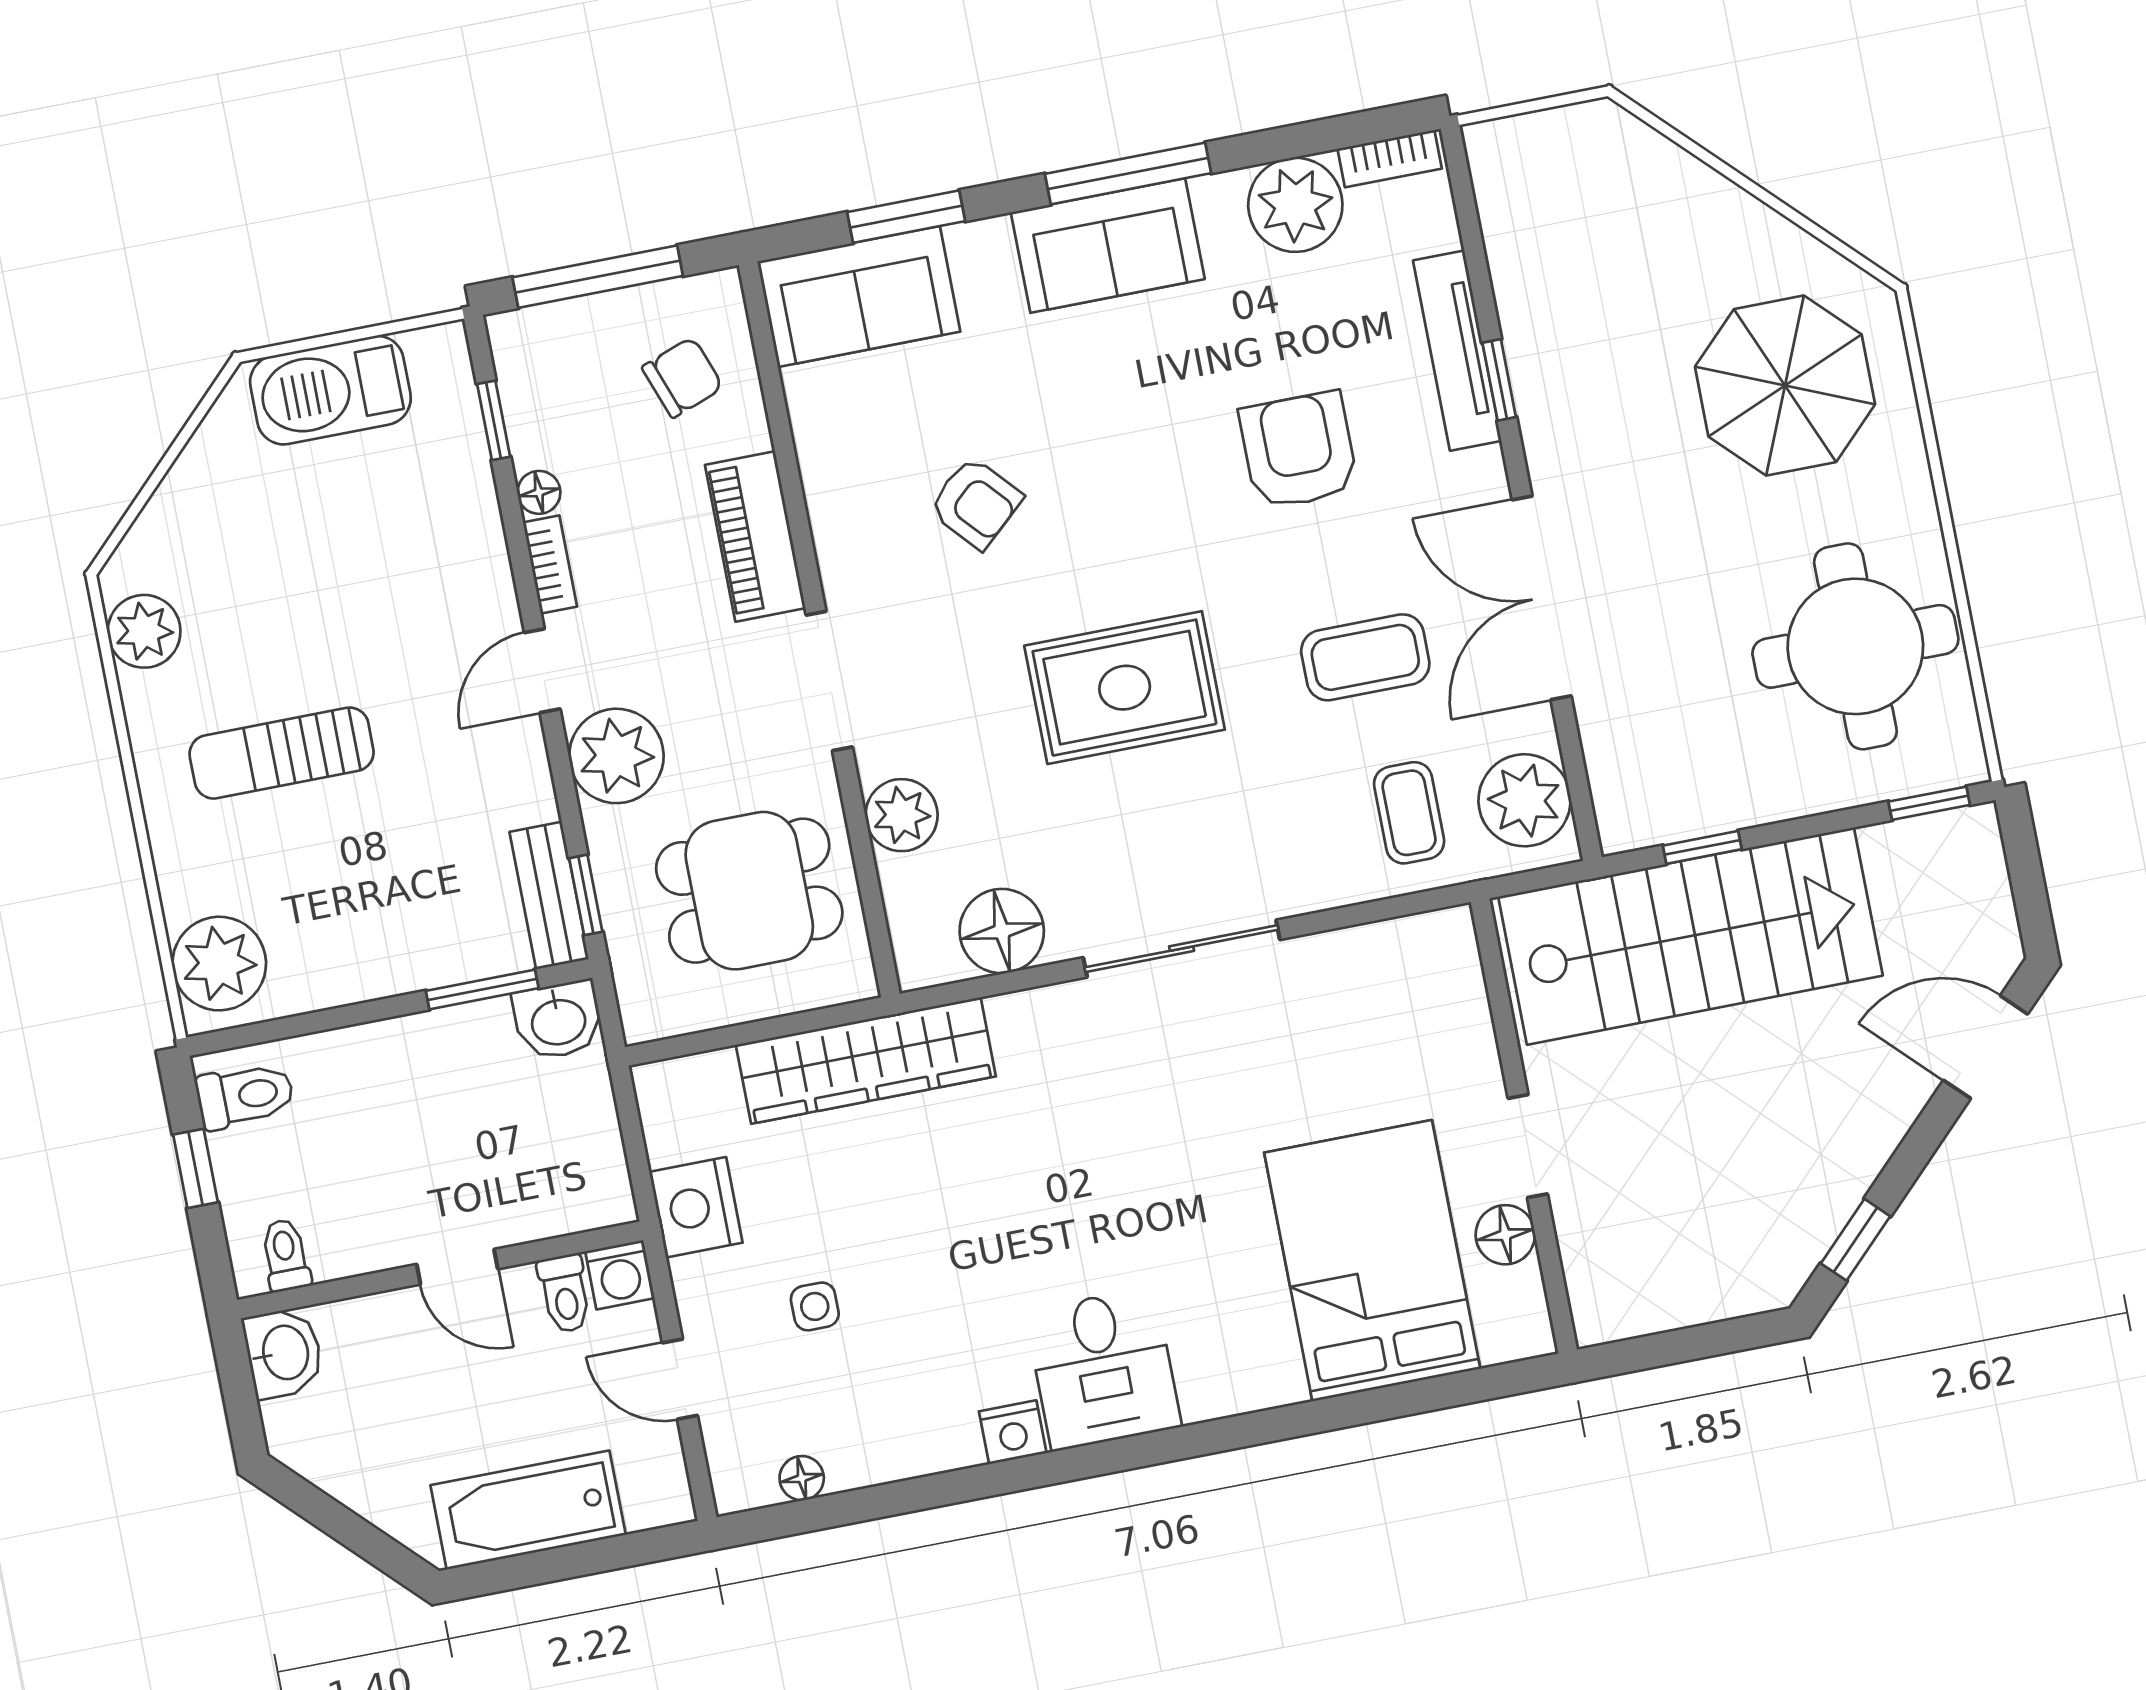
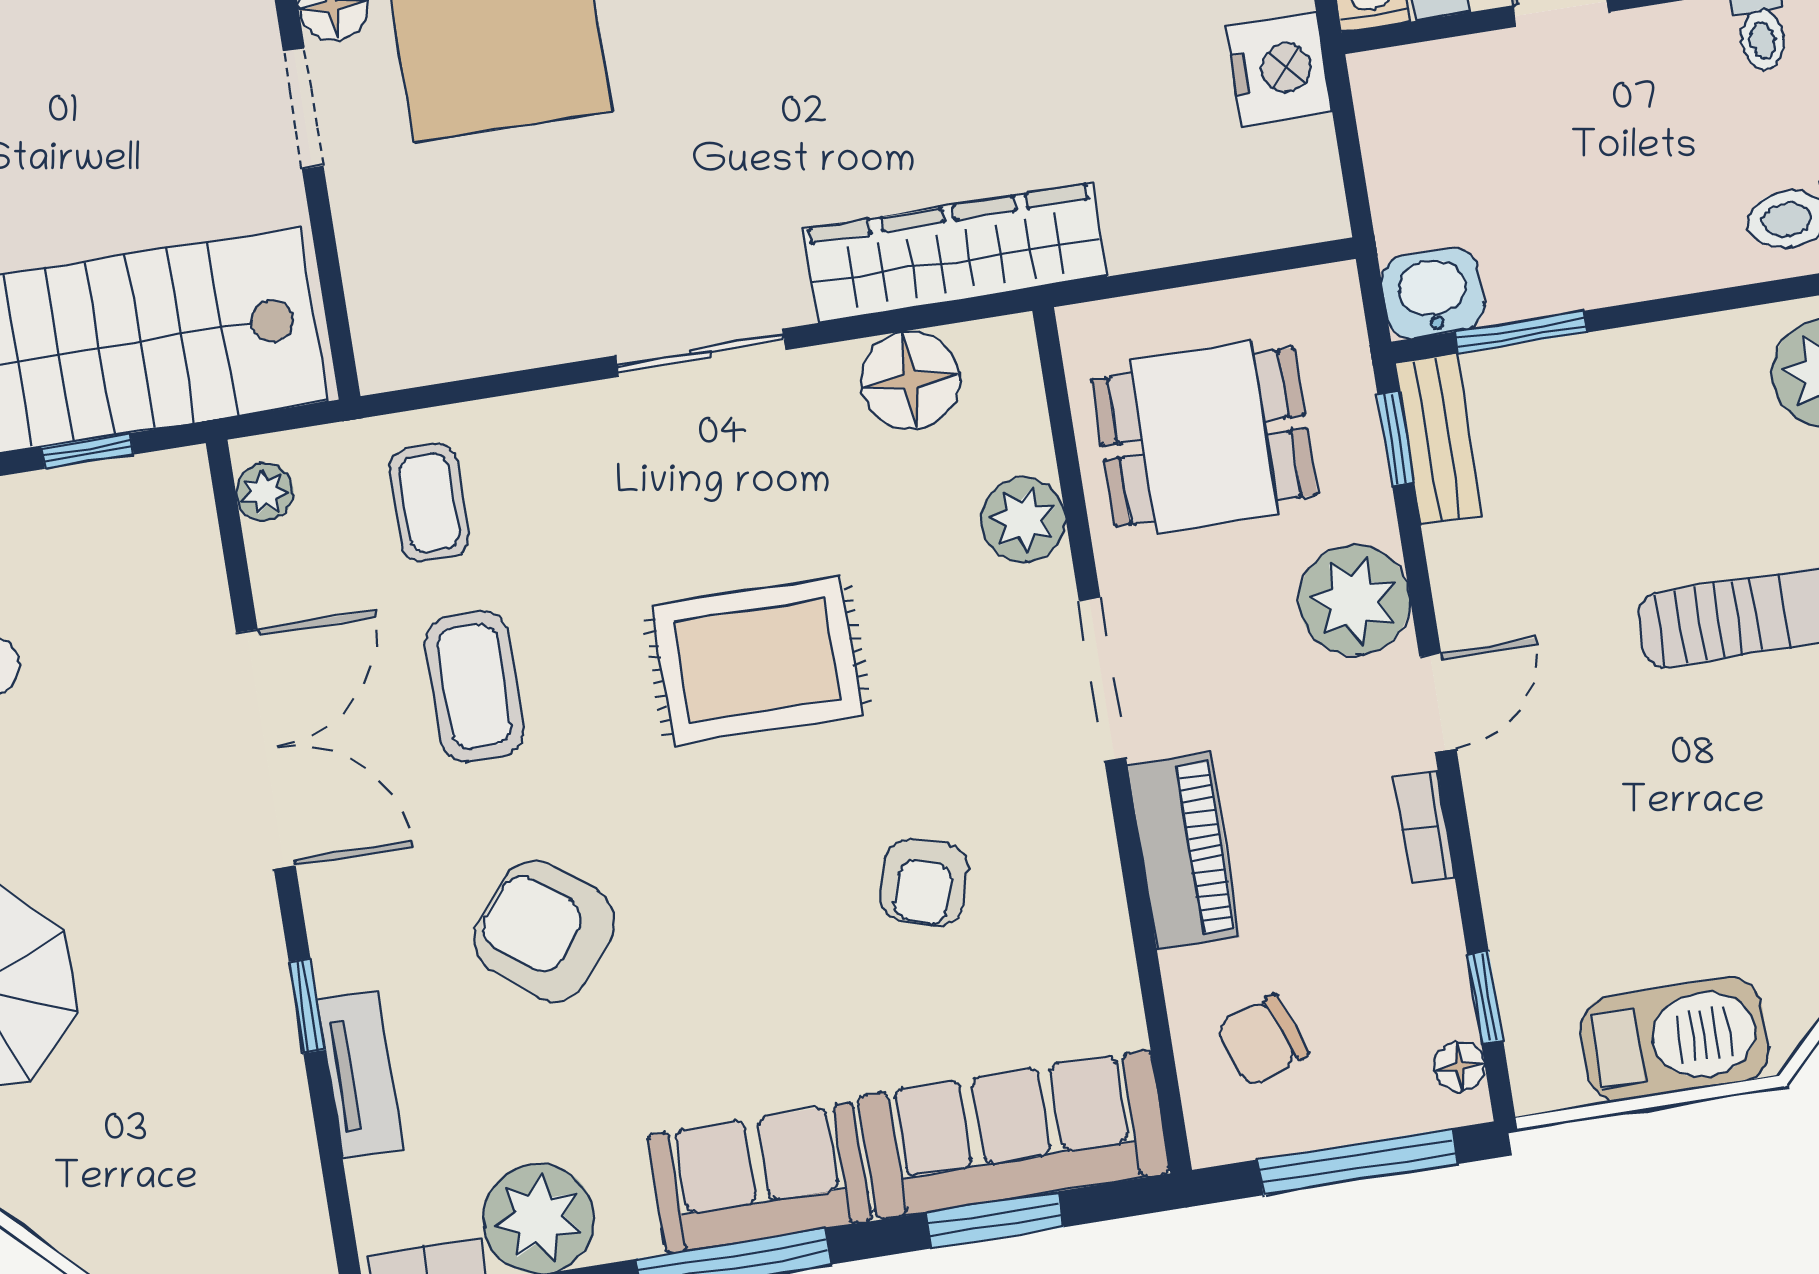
sofa: (859, 296) -> (1014, 1134), width x1.36
tv unit: (1457, 351) -> (360, 1074), width x0.71
armchair: (1299, 450) -> (544, 931), turned 129
floor lamp: (539, 492) -> (1460, 1067), moved
armchair: (976, 503) -> (924, 882), turned -120
coffee table: (1365, 657) -> (474, 686), turned 90
plant: (1525, 800) -> (265, 492), width x0.53, depth x0.53
sliding door: (1182, 949) -> (701, 353), width x0.73
wardrobe: (866, 1061) -> (955, 253), moved

